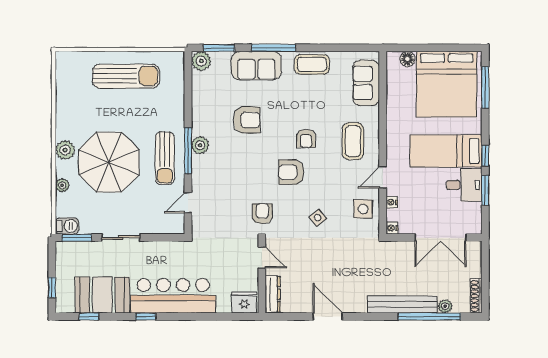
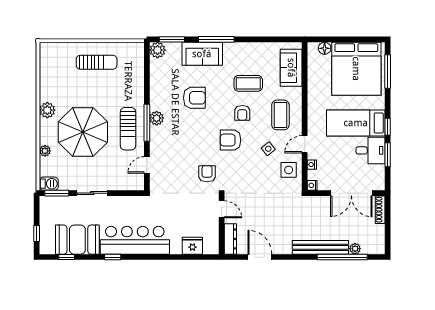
coffee table: (312, 64) -> (248, 83), moved
sun lounger: (126, 76) -> (97, 62), width x0.73, depth x0.75
plant: (65, 150) -> (47, 110), moved
side table: (318, 218) -> (268, 149), moved
door: (262, 258) -> (222, 209), moved
wall: (262, 277) -> (222, 225), moved
dresser: (273, 294) -> (230, 239), moved
shoe rack: (476, 296) -> (380, 210), moved

